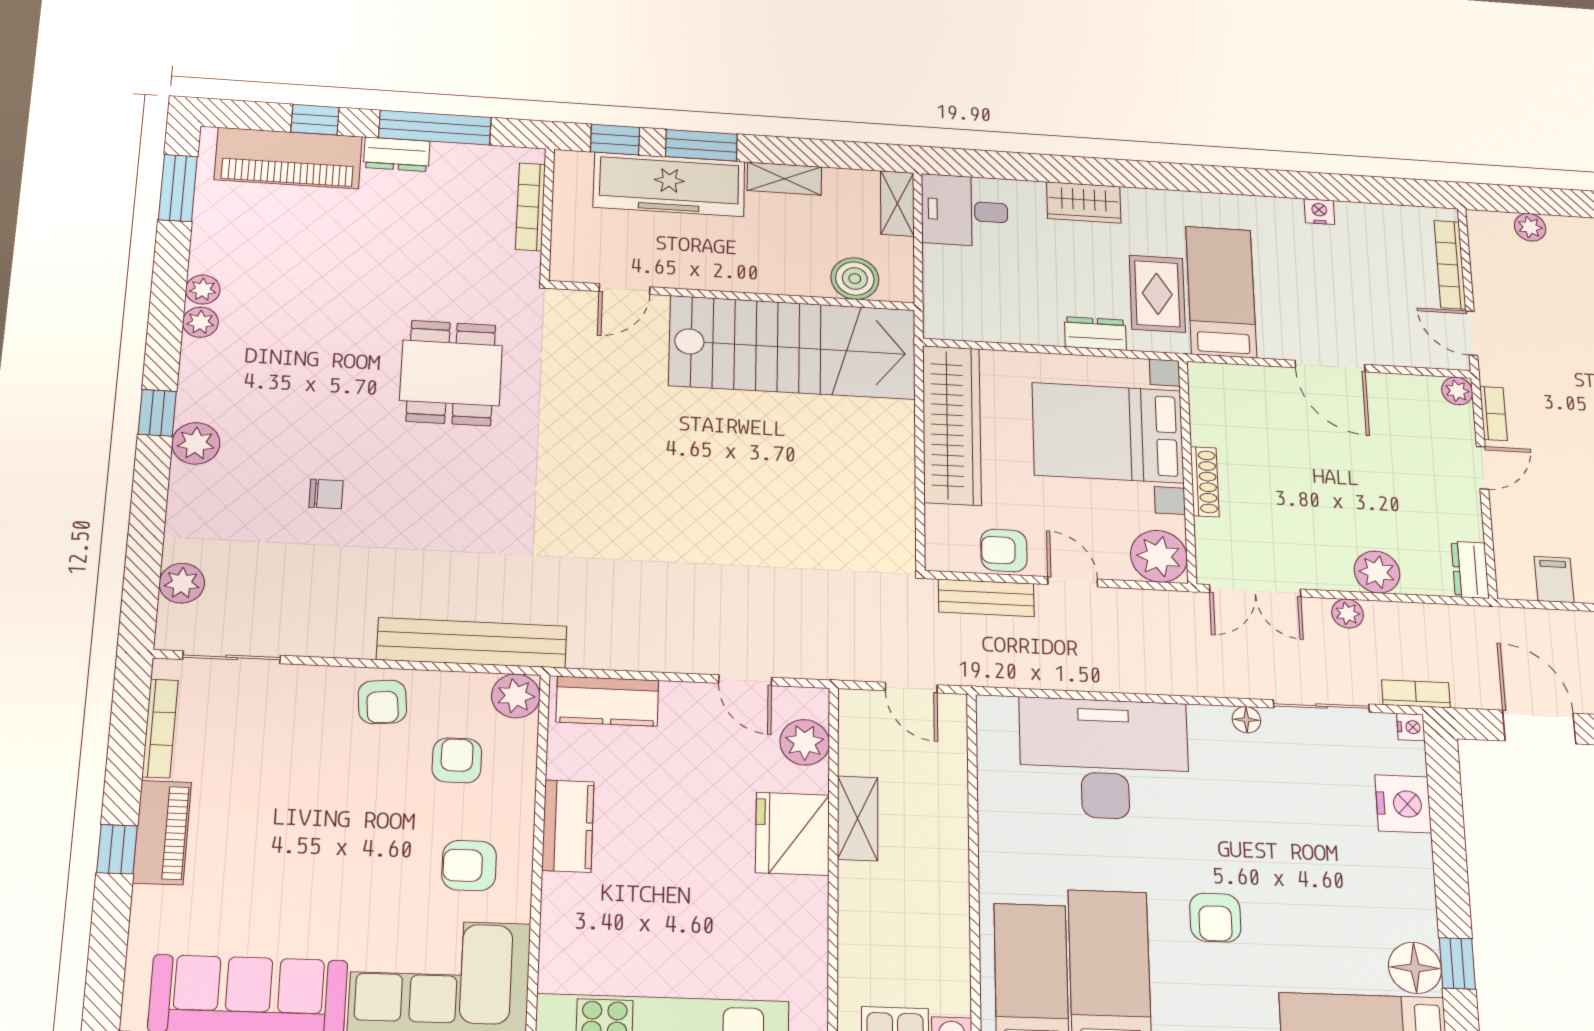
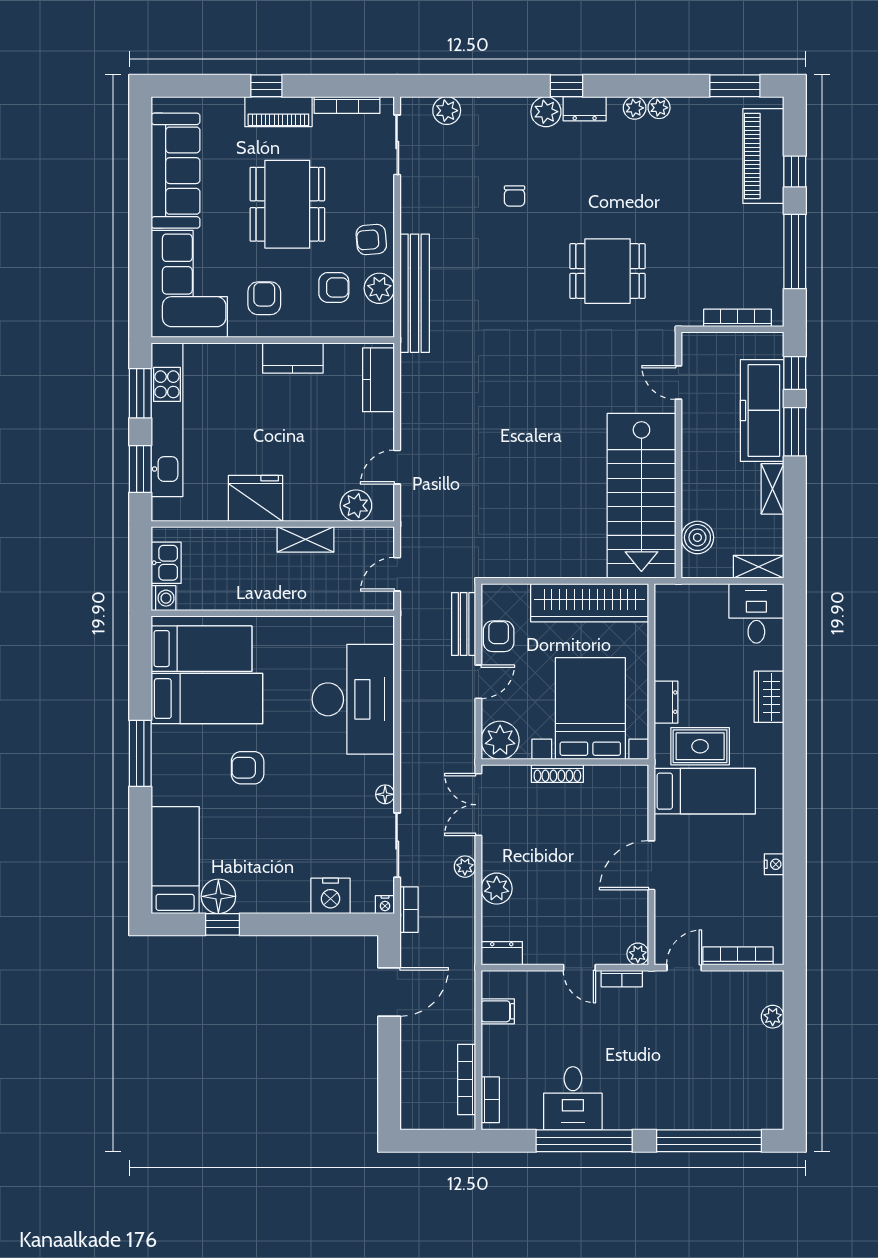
dresser: (397, 154) -> (585, 109), moved, turned -90
plant: (516, 696) -> (379, 288), moved
dining table: (317, 825) -> (287, 204), added
fridge: (793, 834) -> (256, 498), moved

